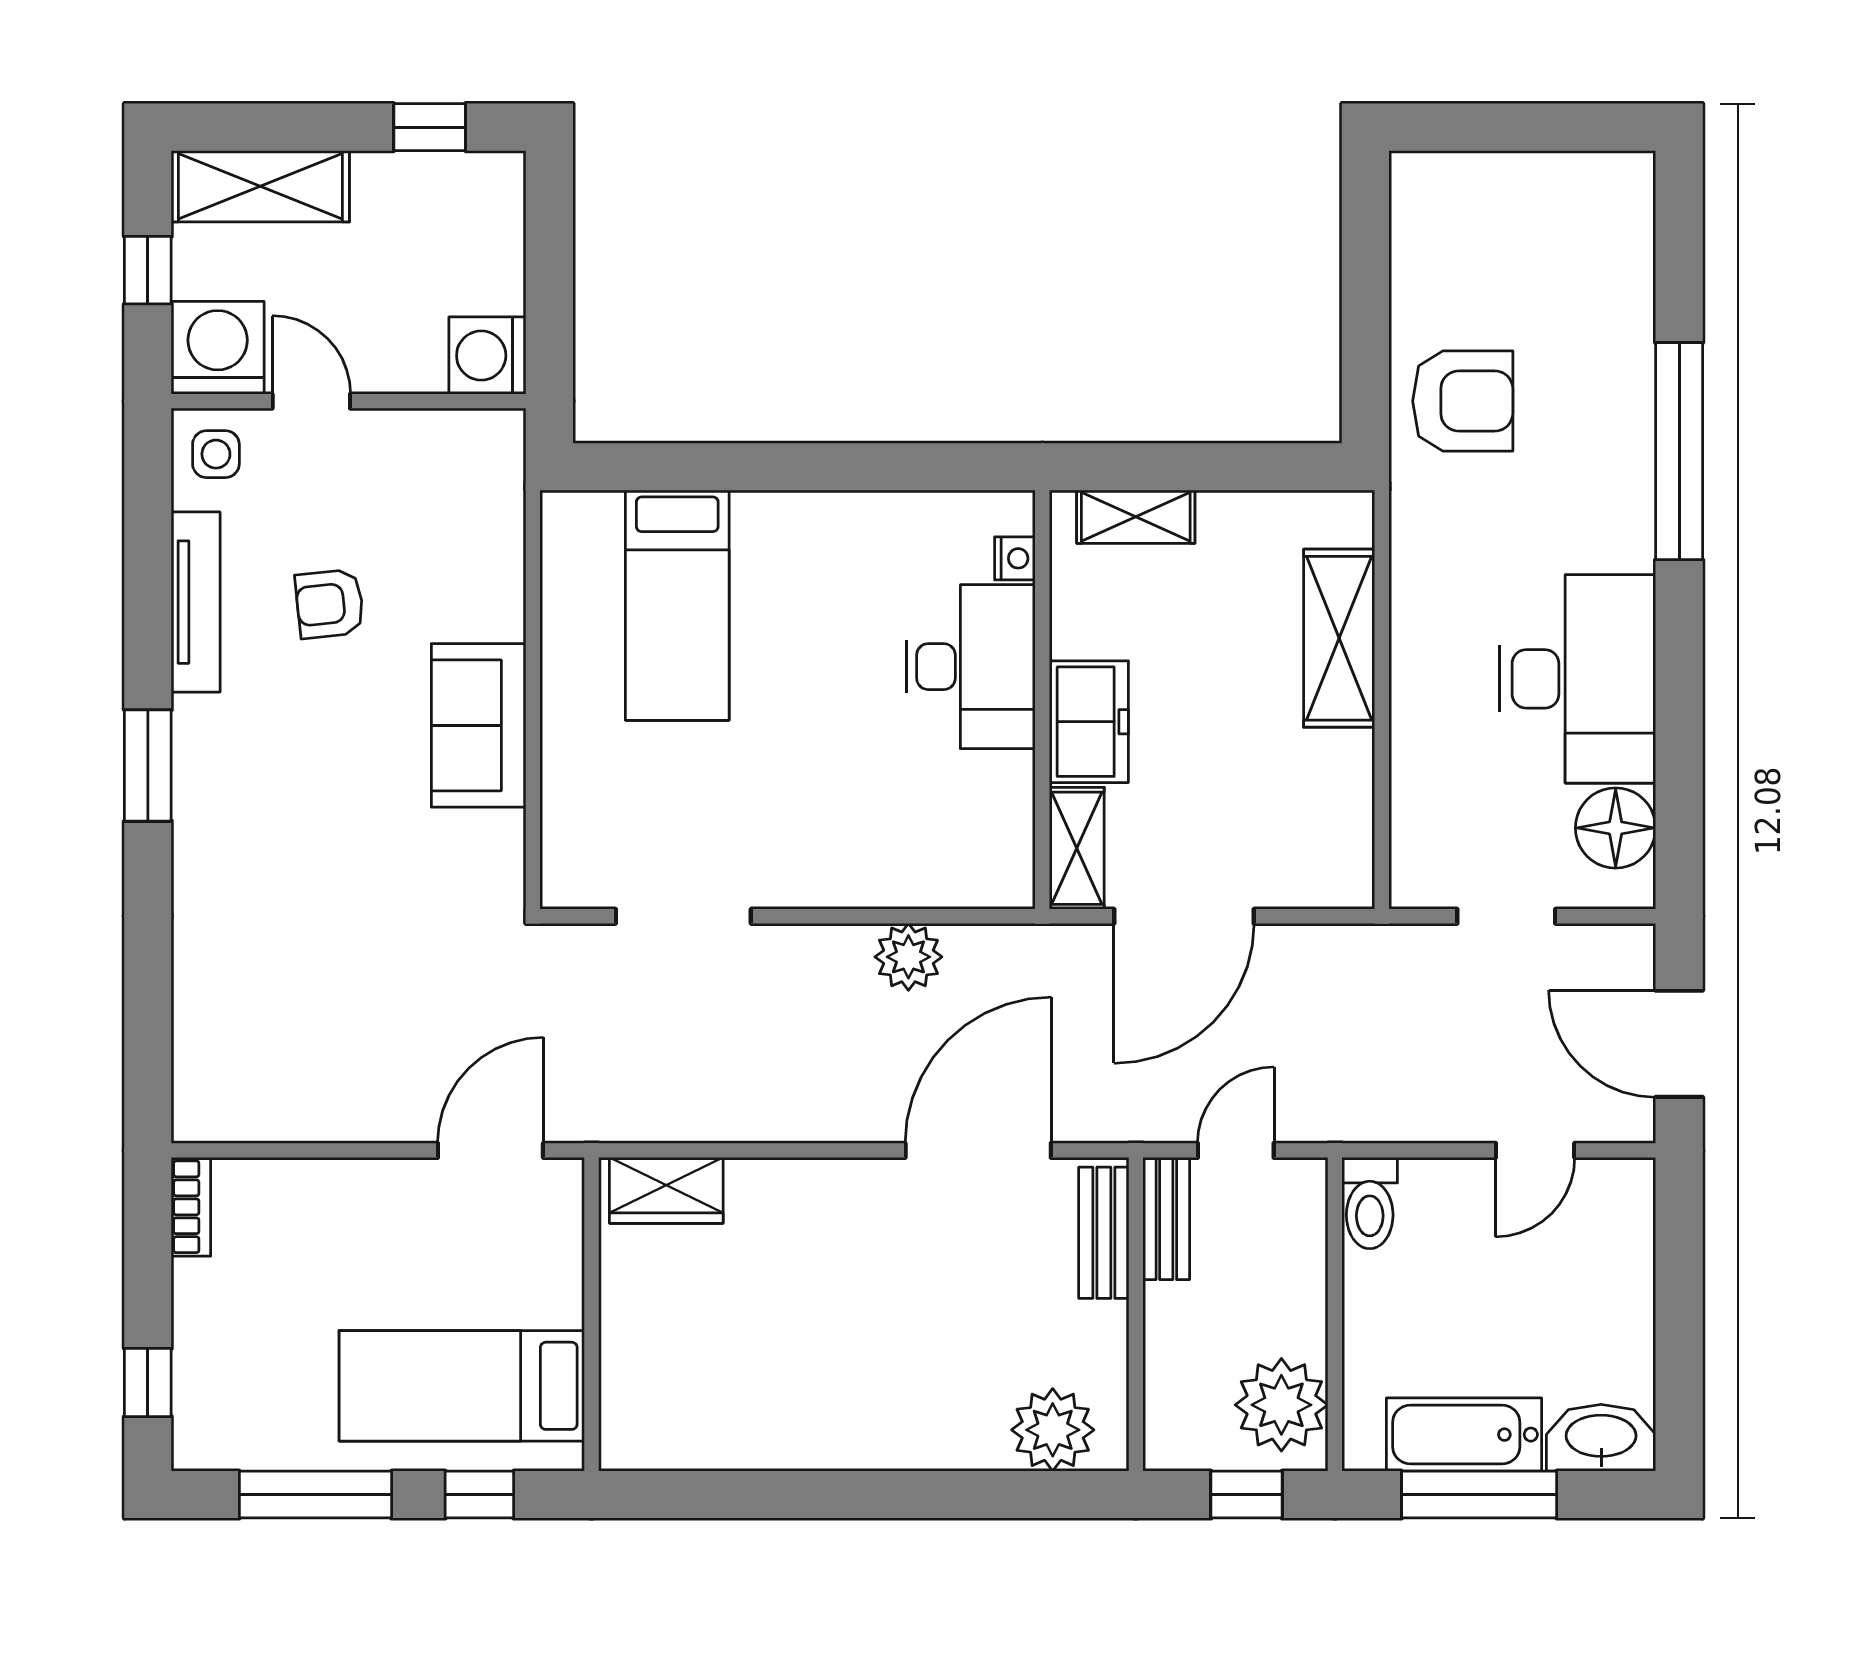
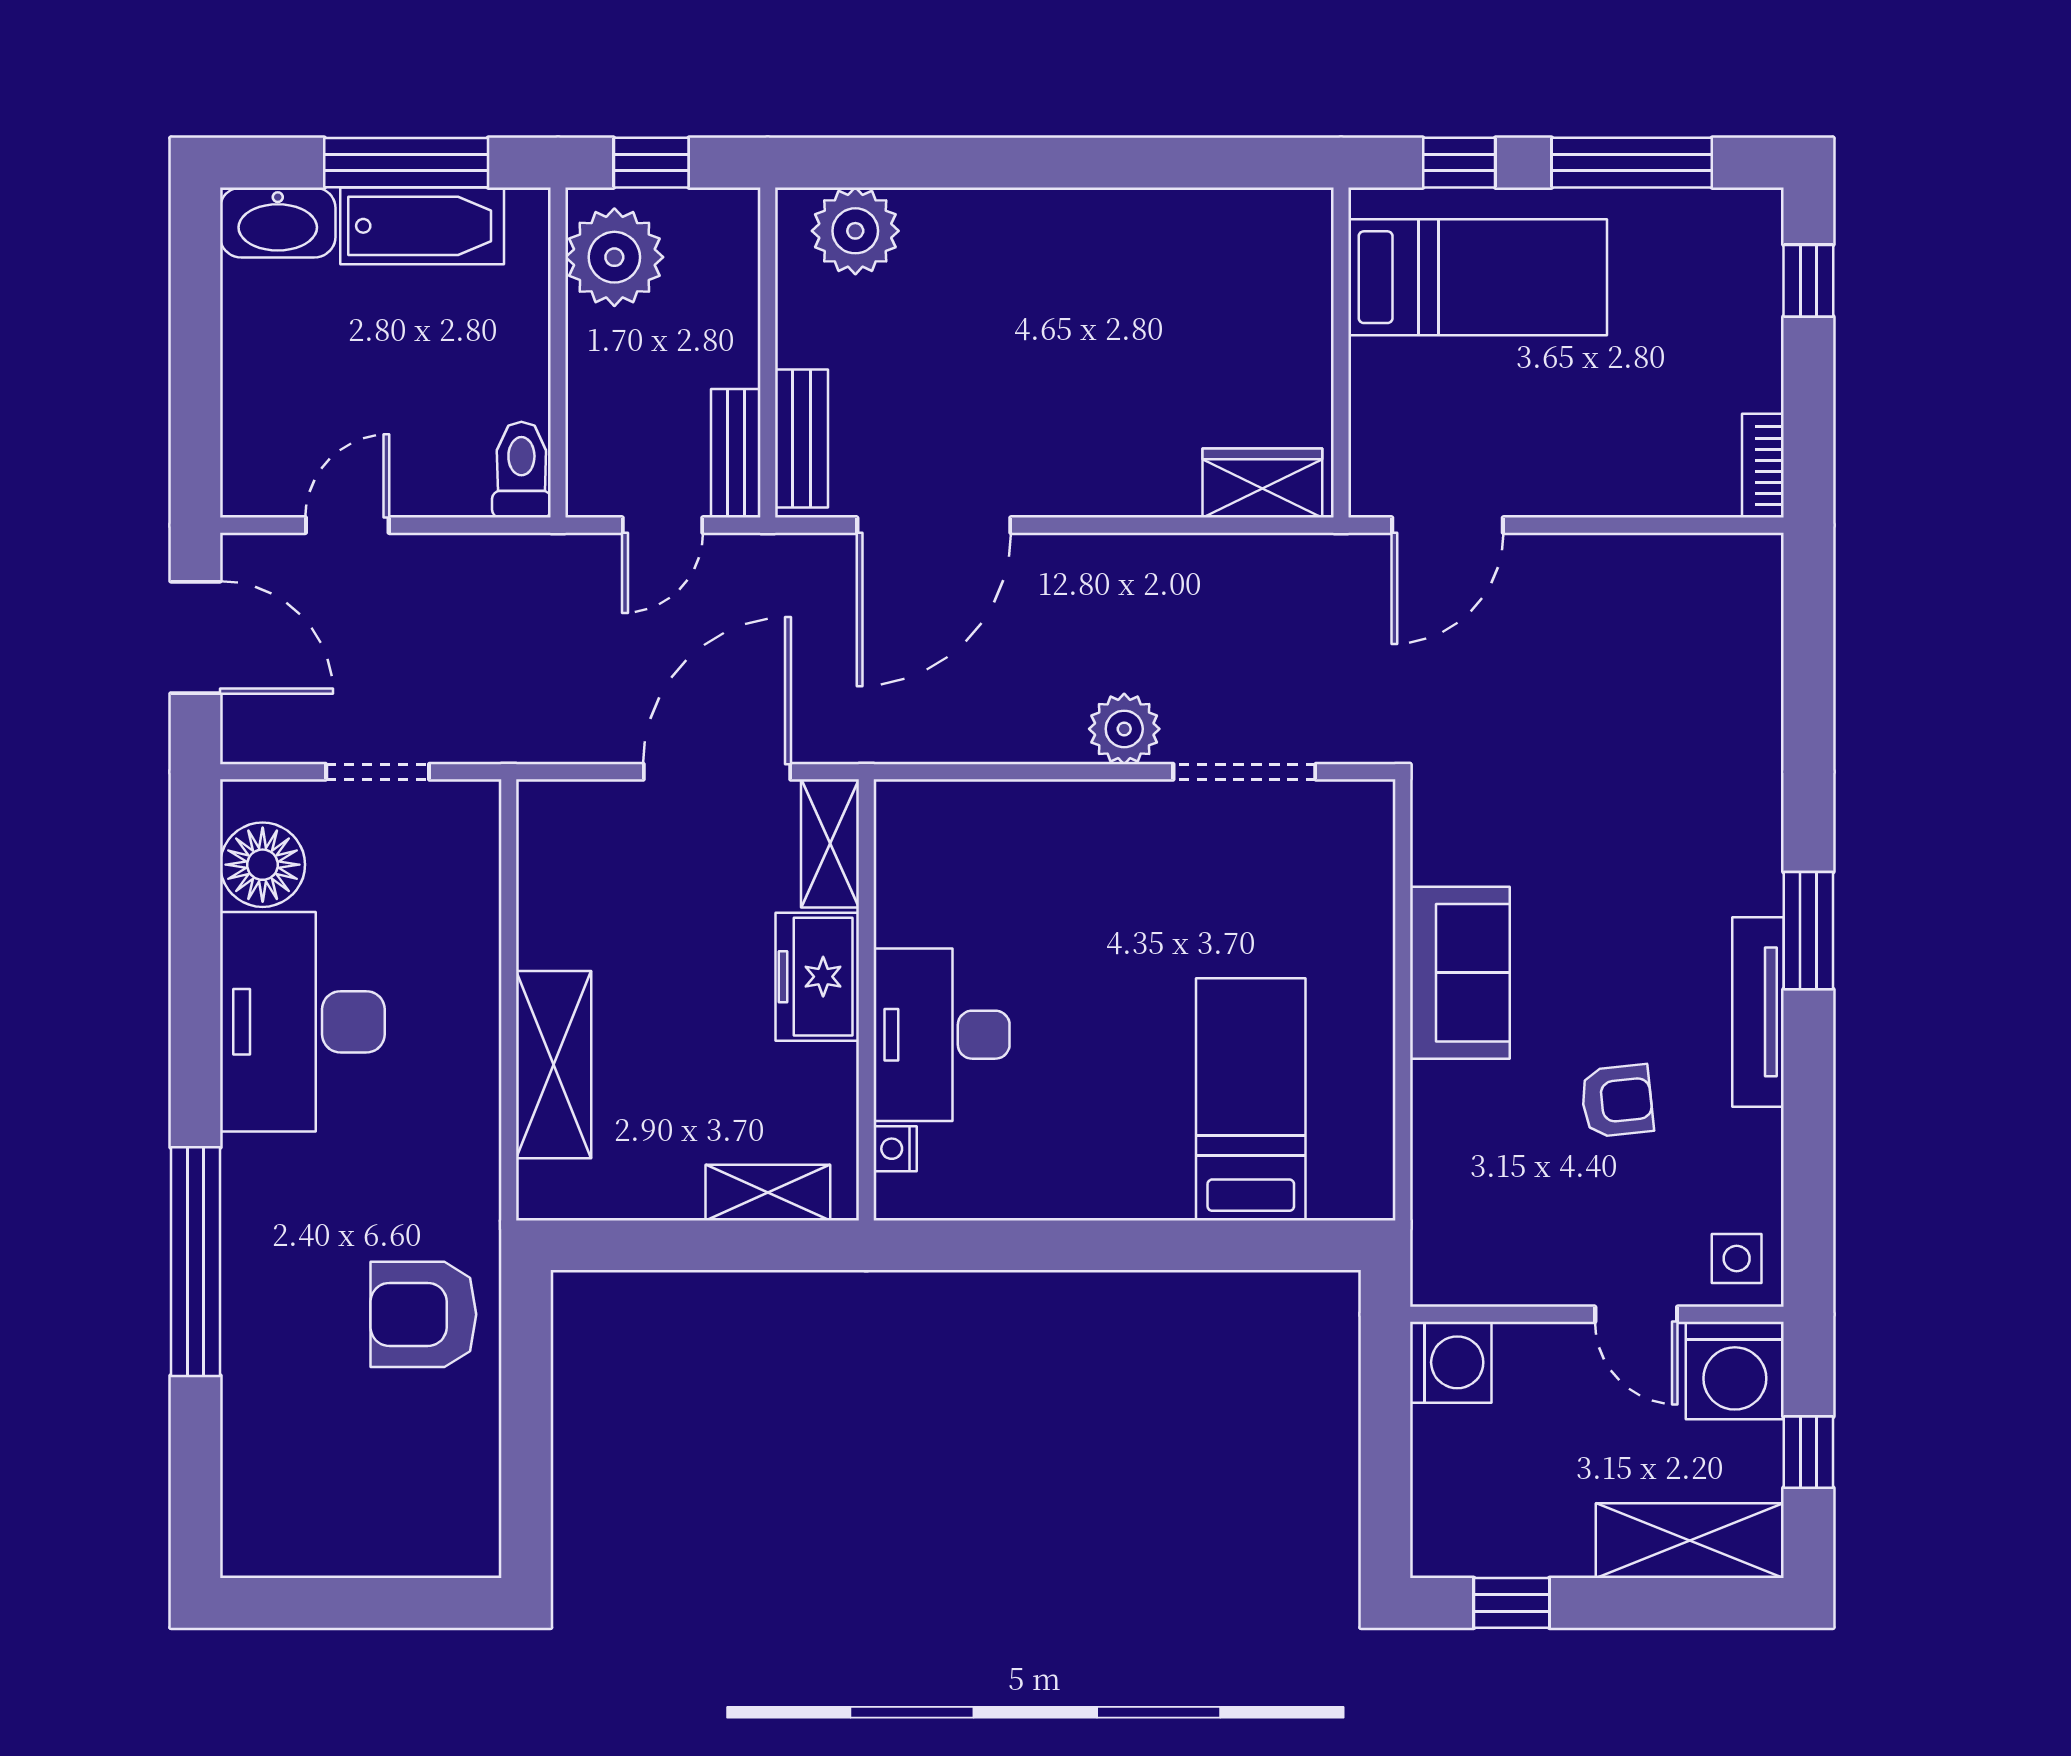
tv unit: (196, 602) -> (1758, 1012), moved
plant: (908, 957) -> (1124, 729), moved

